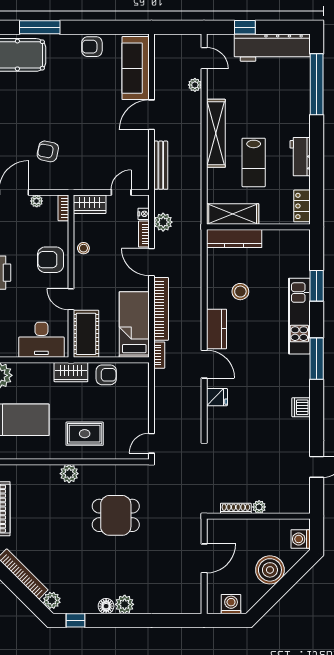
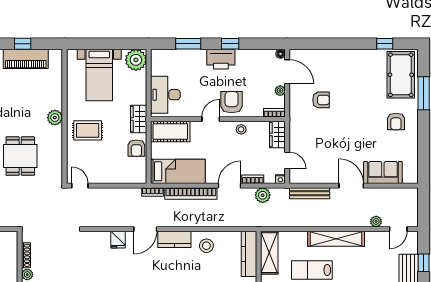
armchair: (92, 47) -> (396, 121), moved, turned 180
sofa: (136, 68) -> (383, 172), width x0.73
armchair: (48, 151) -> (321, 100), turned 78
nightstand: (144, 214) -> (280, 179), moved
stool: (240, 292) -> (206, 246), moved
door: (71, 299) -> (211, 119), moved
rug: (85, 434) -> (88, 130), turned 90

